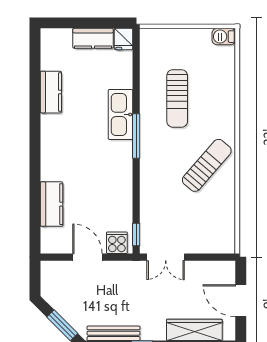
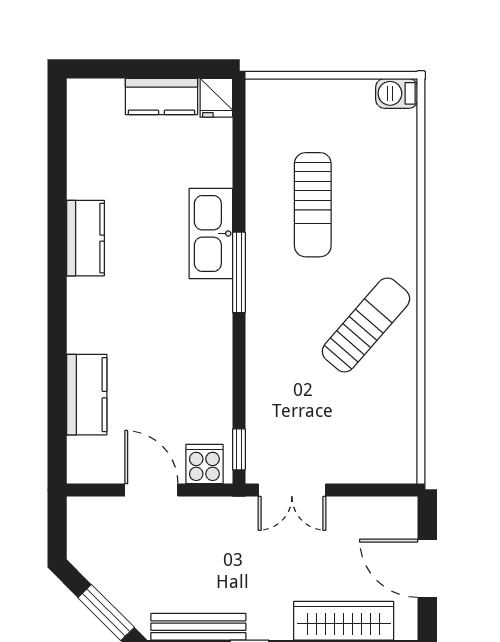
kitchen counter: (51, 92) -> (86, 238), moved

